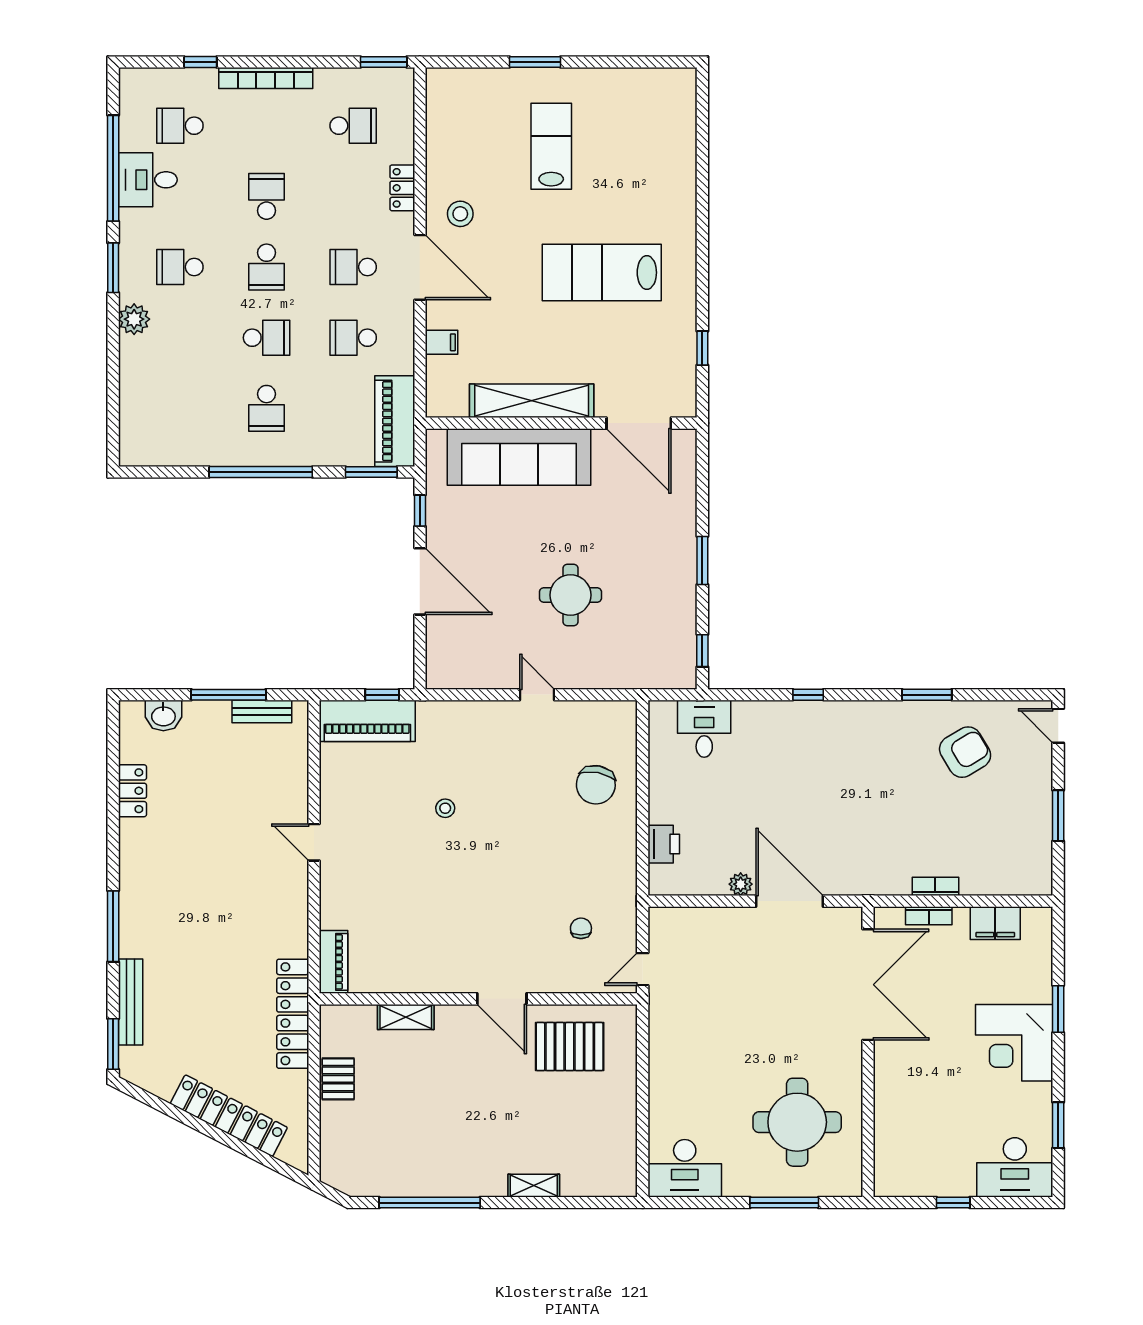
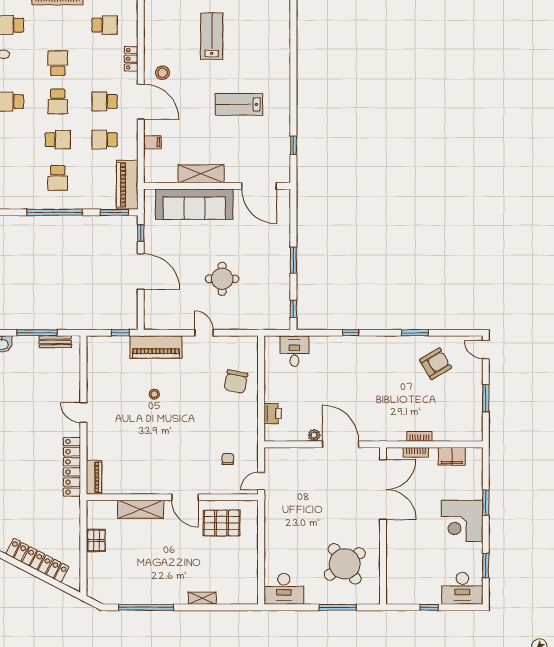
lab bench: (602, 273) -> (239, 104), width x0.73, depth x0.72
shelving: (532, 401) -> (201, 174), width x0.68
piano: (367, 721) -> (156, 347), moved
locker: (293, 1014) -> (72, 467), moved
shelving: (406, 1017) -> (141, 509), width x1.50, depth x1.33
round table: (797, 1122) -> (345, 564), turned -36

